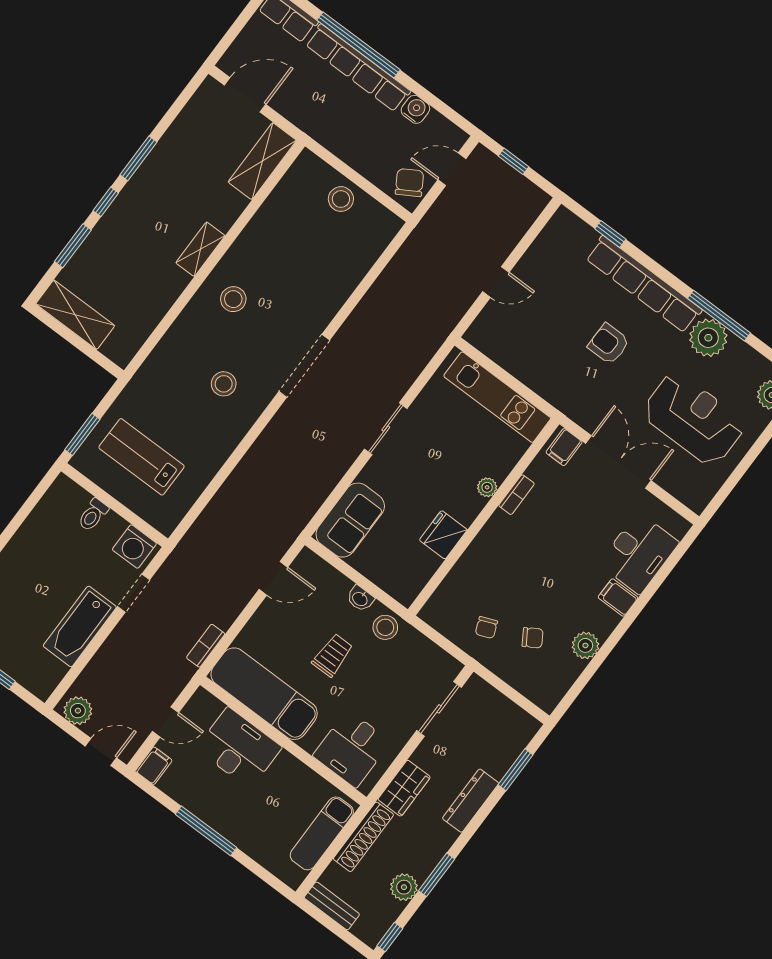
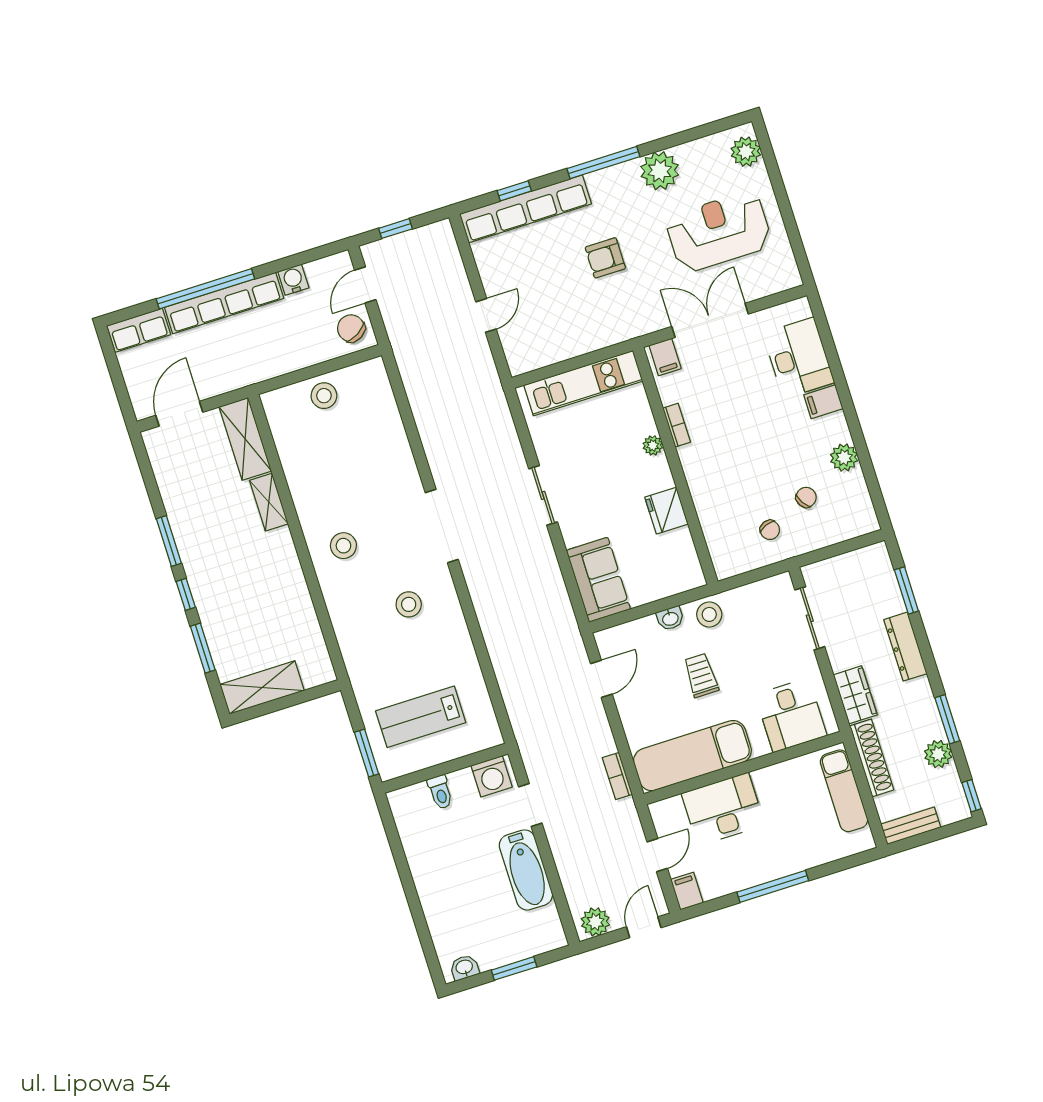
shelving: (200, 249) -> (269, 502), moved
row of seats: (644, 284) -> (525, 209), moved
window: (719, 316) -> (603, 163), moved

